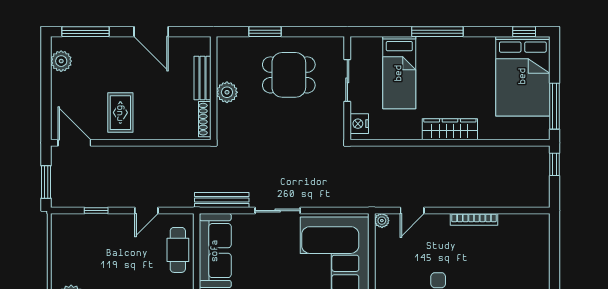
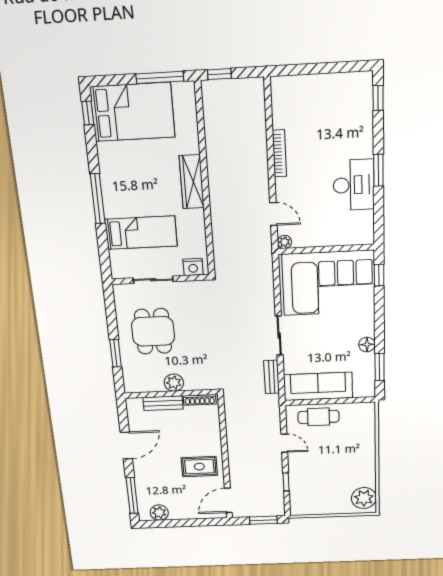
bench: (222, 200) -> (272, 377), width x0.73

